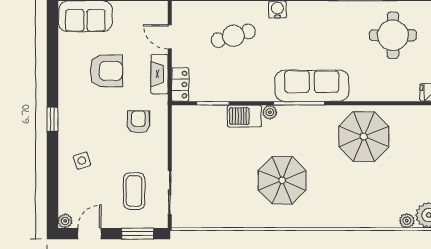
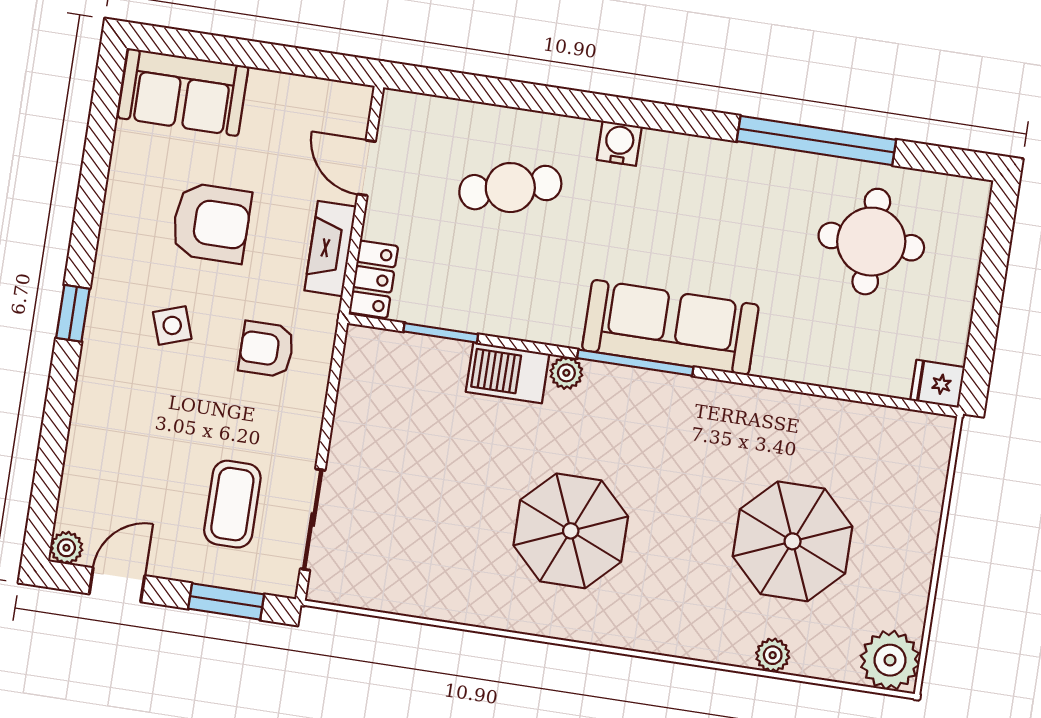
armchair: (139, 122) -> (266, 349), turned -90
parasol: (364, 137) -> (793, 541), moved
side table: (82, 161) -> (172, 325), moved
plant: (407, 221) -> (773, 655), moved

